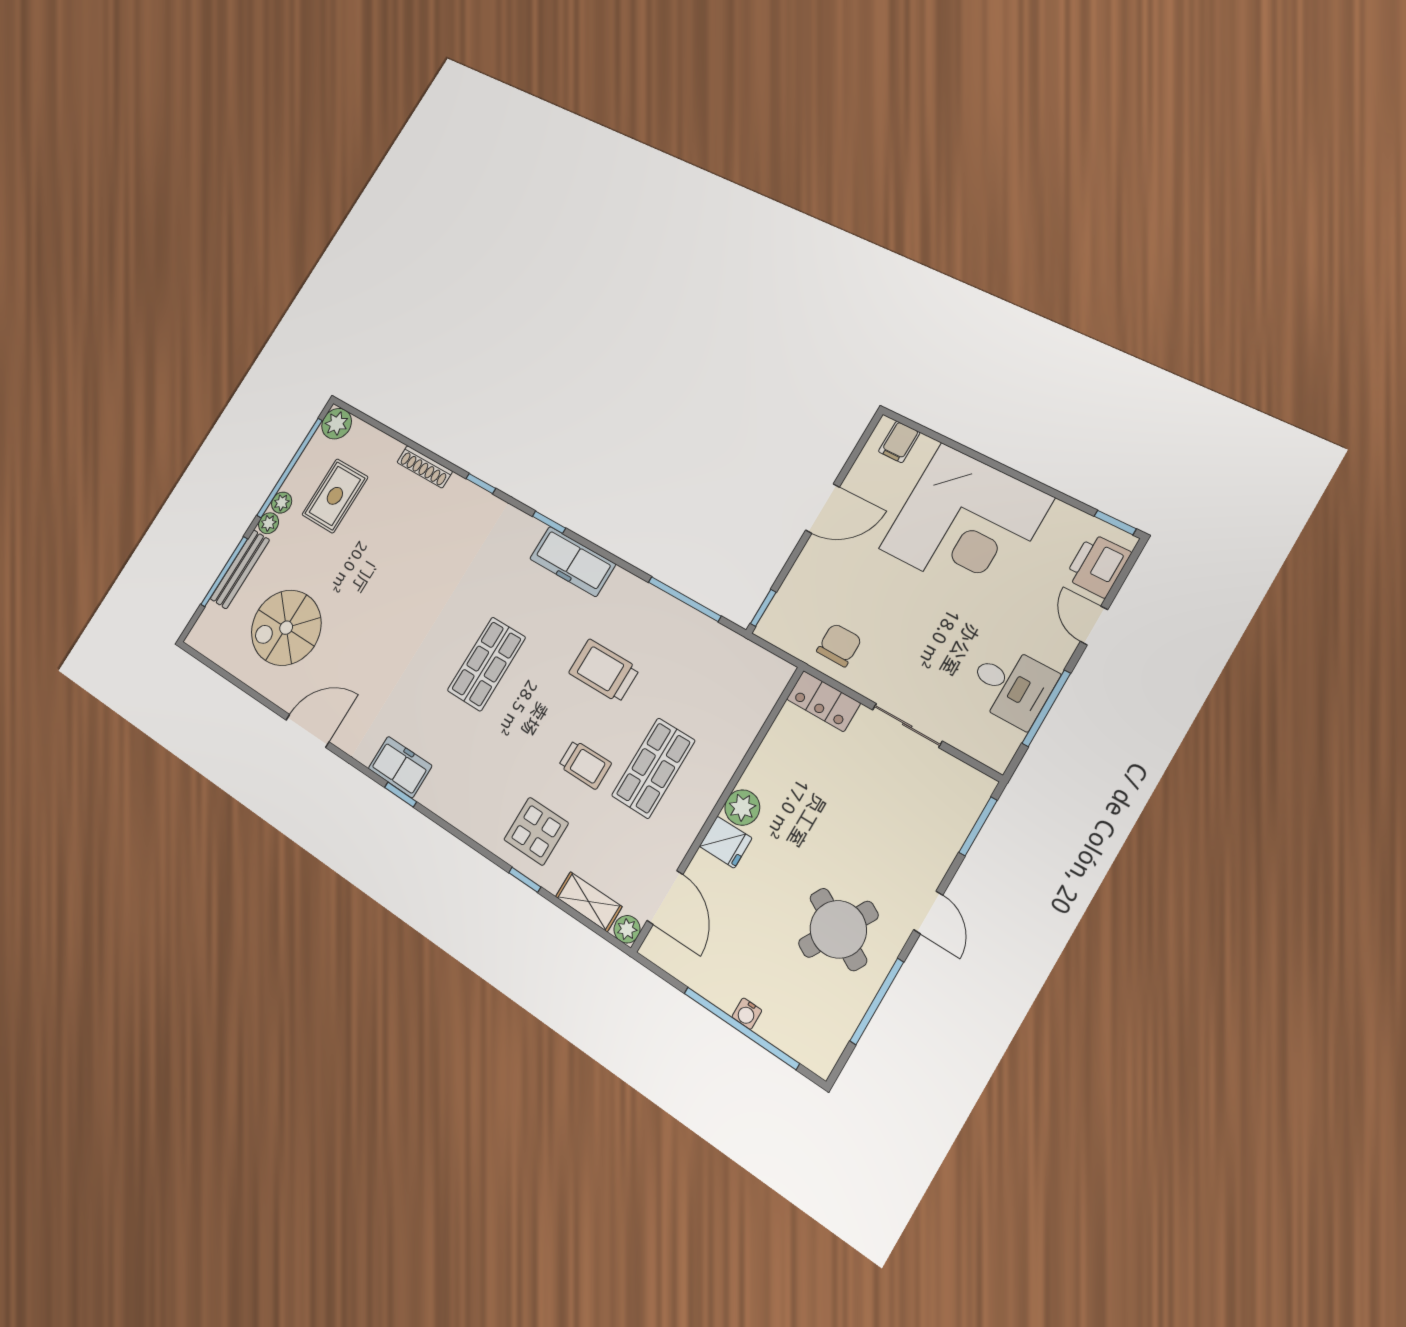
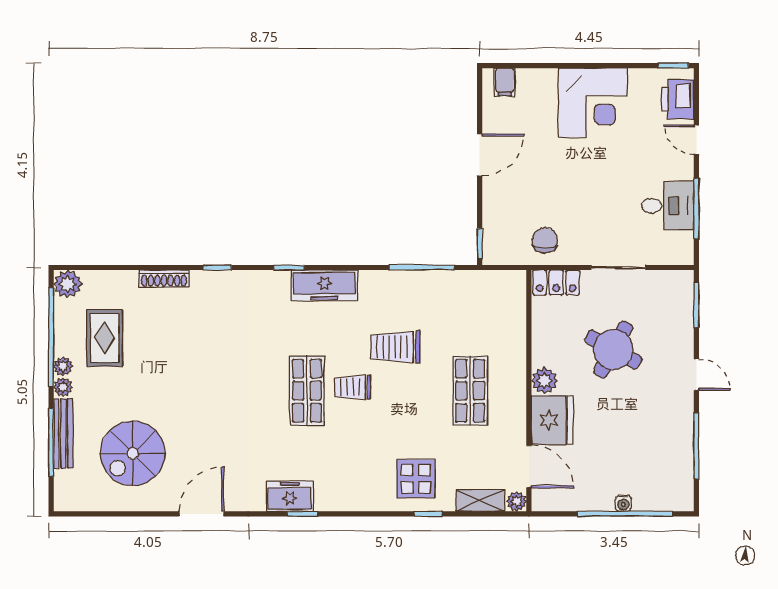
corner desk: (966, 523) -> (593, 103), width x0.74, depth x0.74
trolley: (585, 765) -> (352, 387), moved, turned 180
fridge: (726, 842) -> (552, 420), width x1.88, depth x1.34
round table: (838, 929) -> (613, 350), moved

